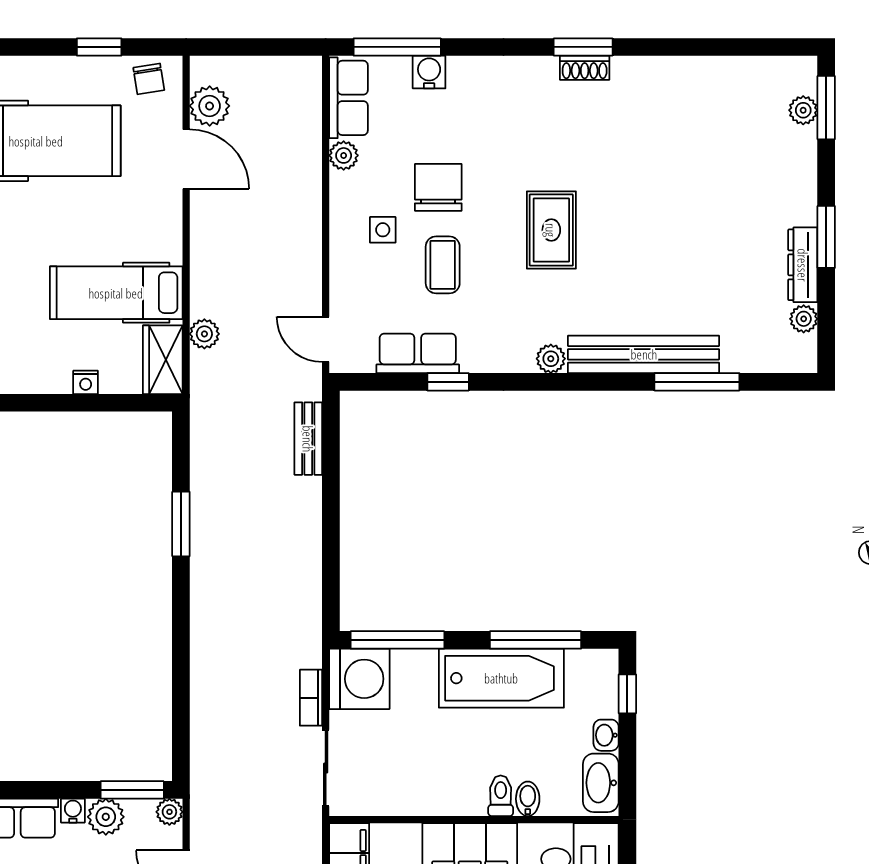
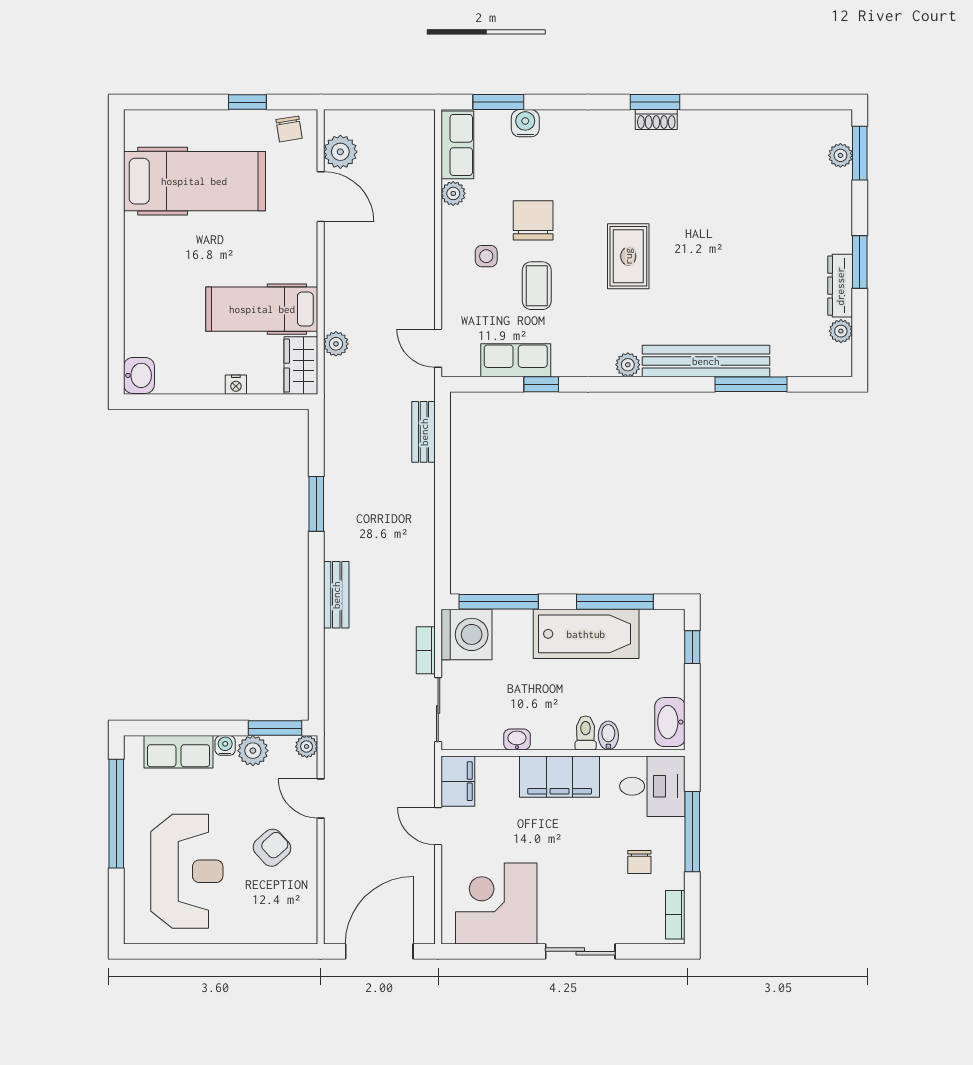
window: (397, 47) -> (498, 102), width x0.69
bench: (205, 632) -> (336, 595), added
washbasin: (606, 735) -> (517, 739), moved, turned 90

